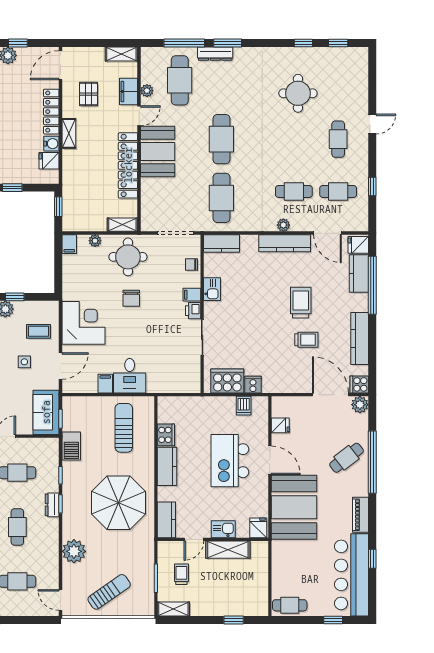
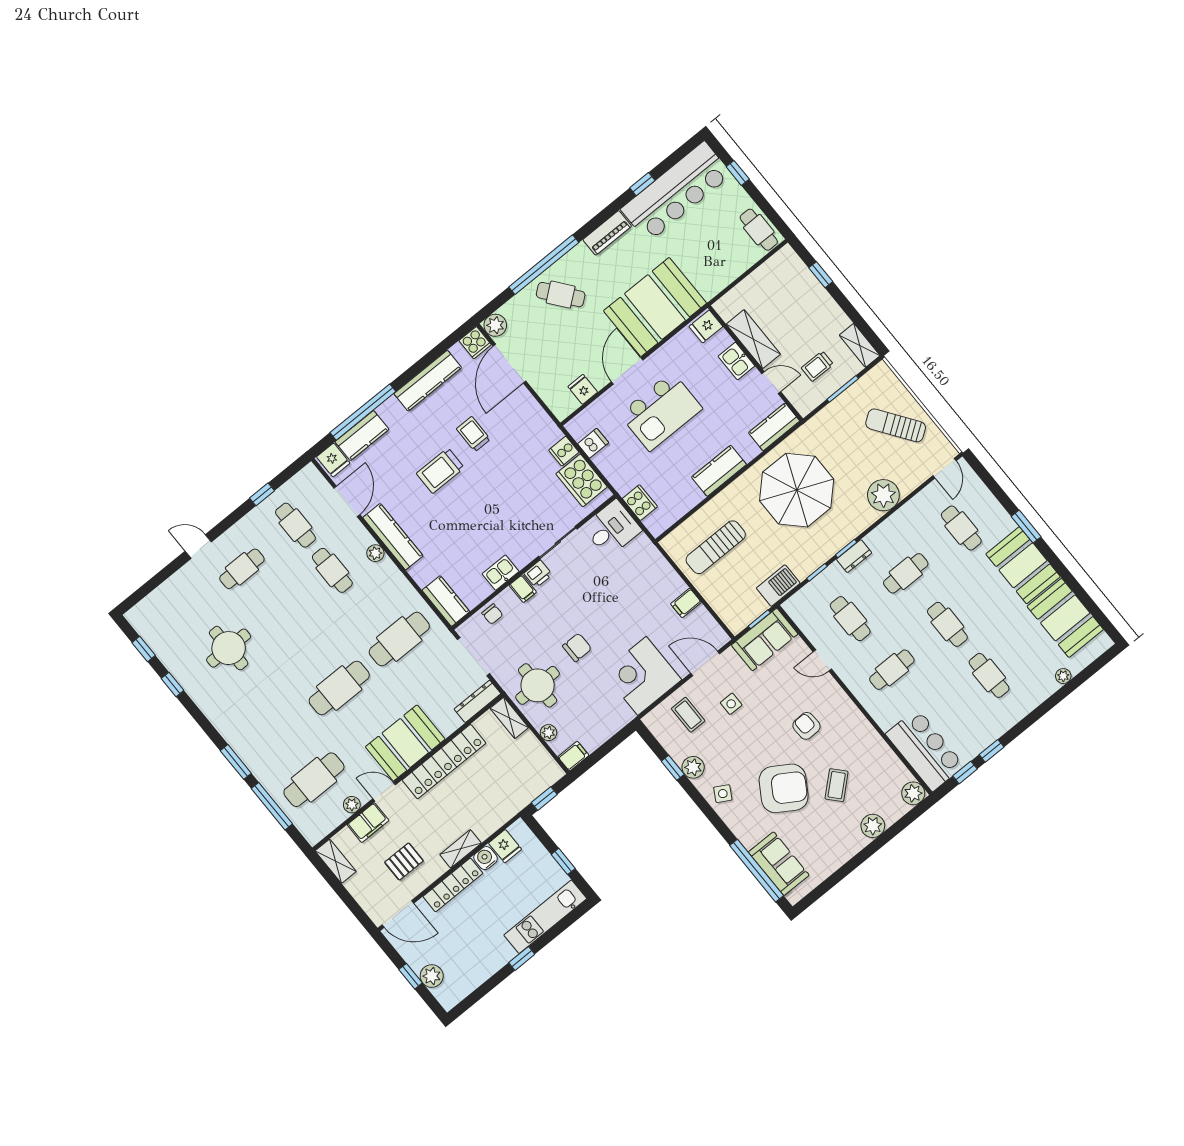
dresser: (215, 54) -> (477, 701), moved, turned -90
desk: (130, 376) -> (612, 529), moved
cooker: (166, 435) -> (640, 503), moved, turned 90

